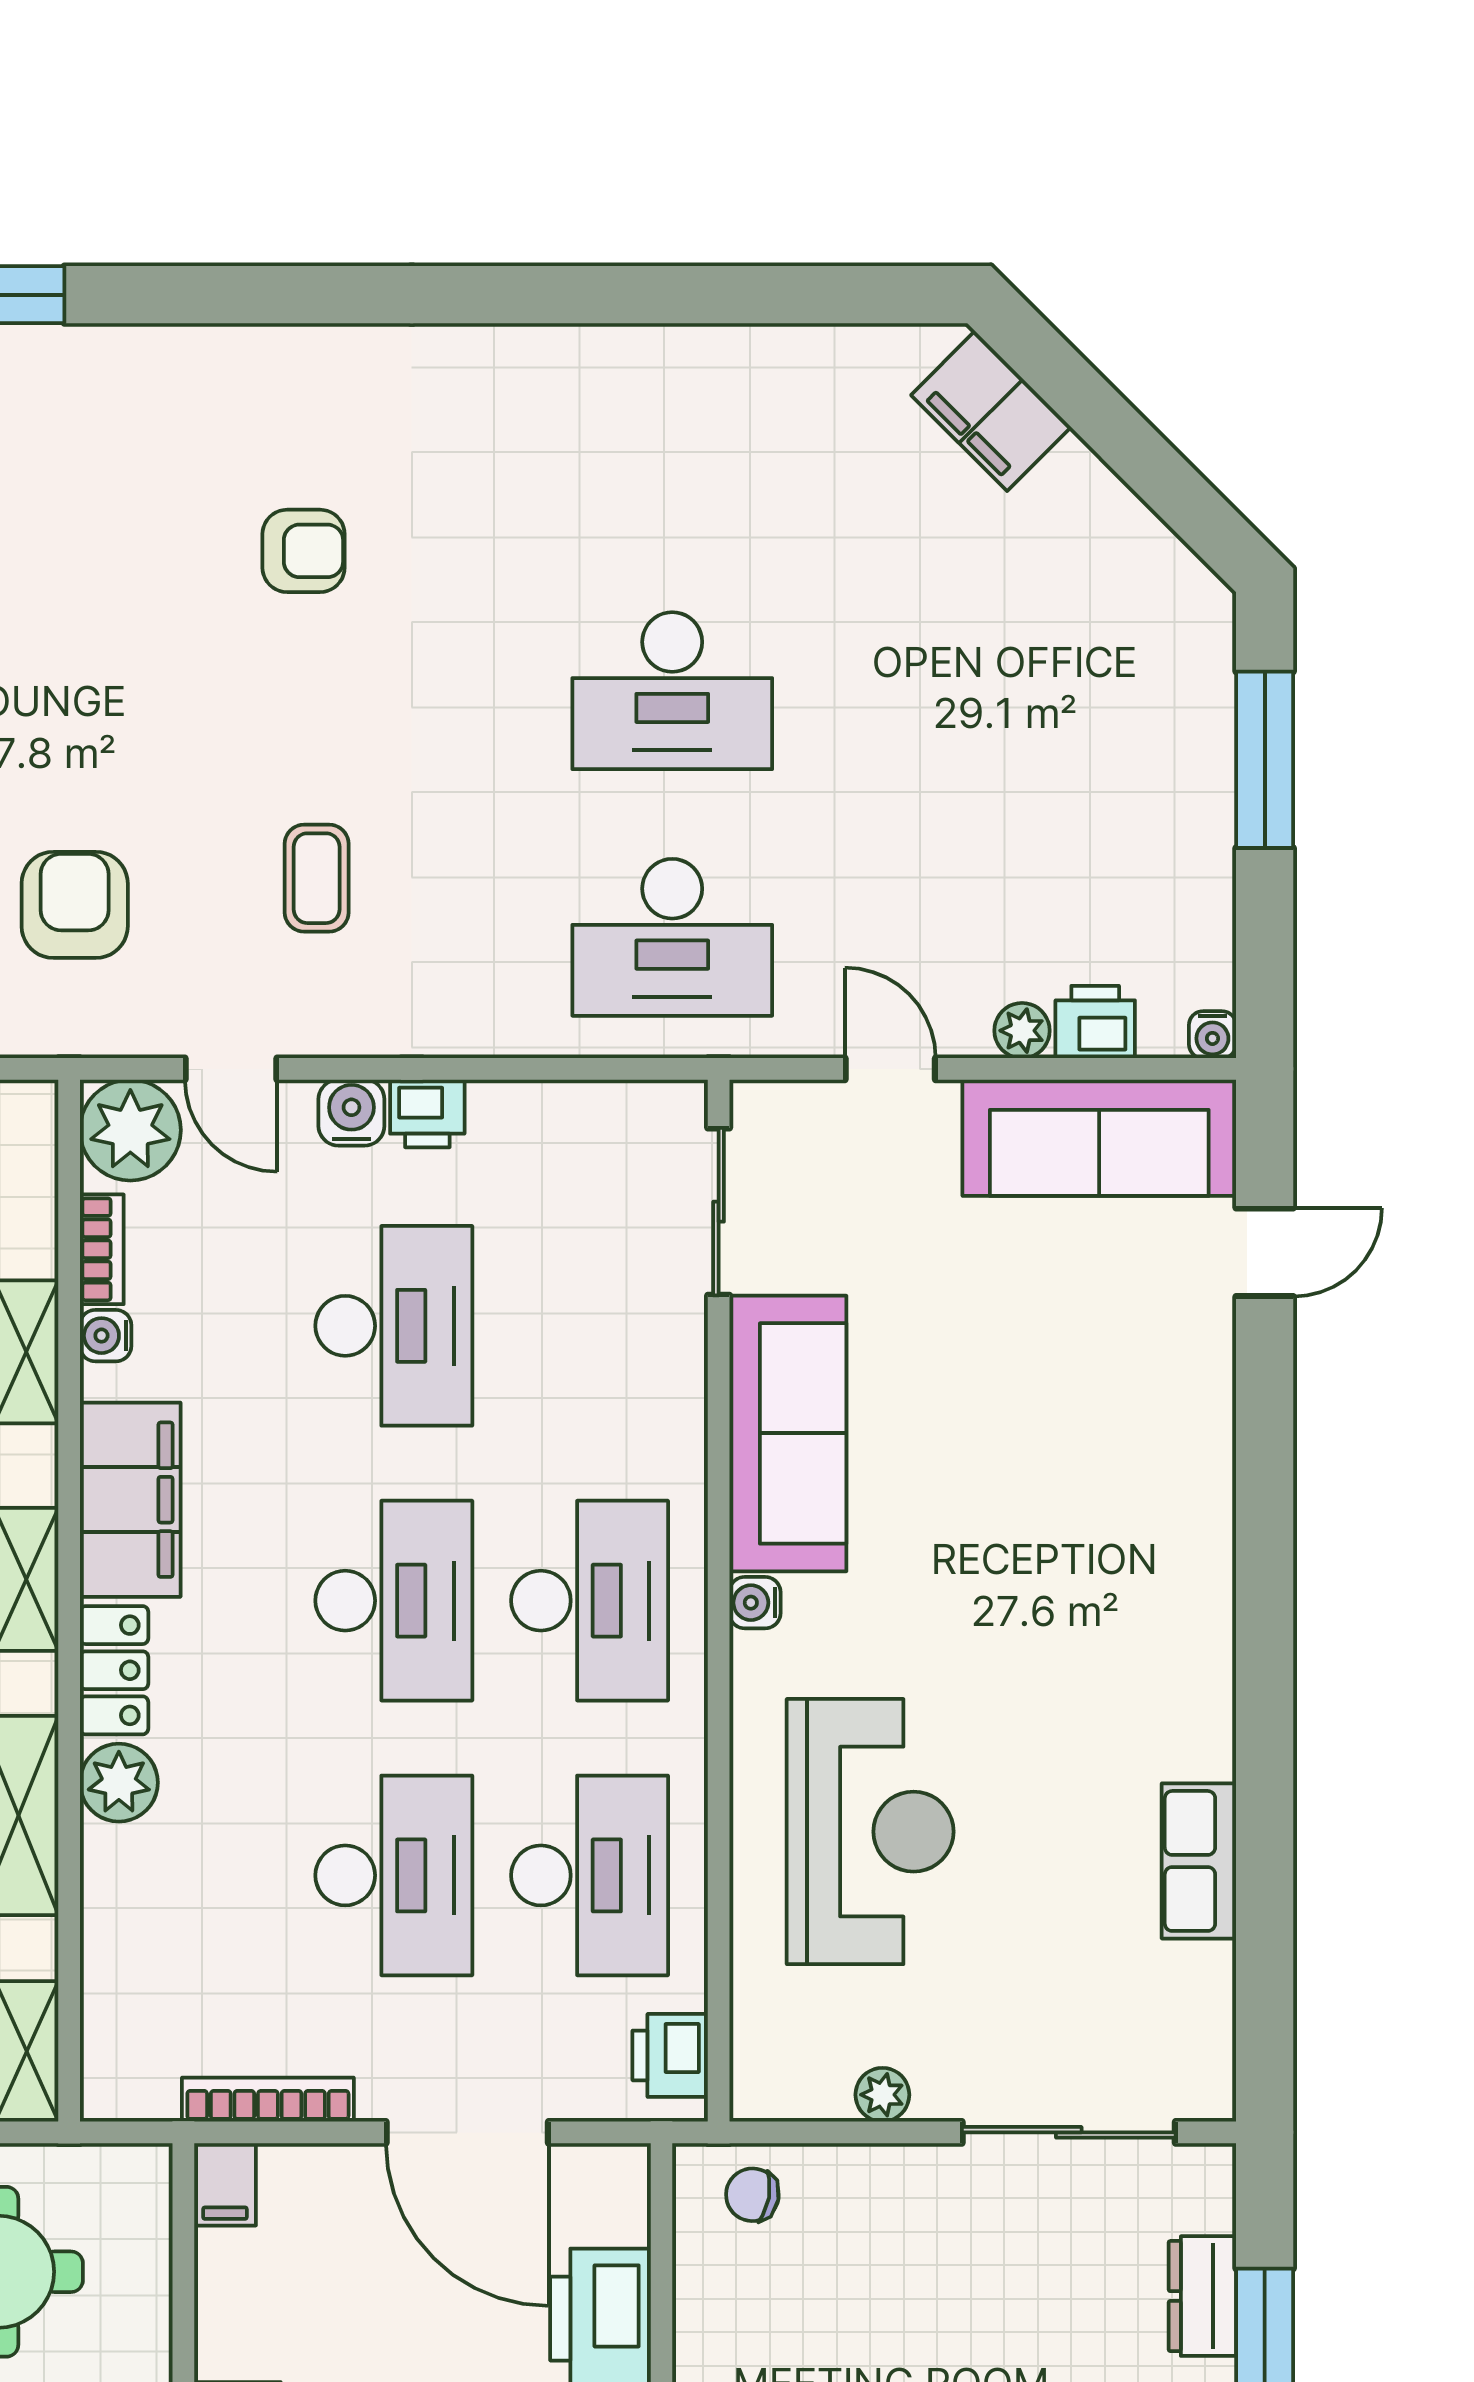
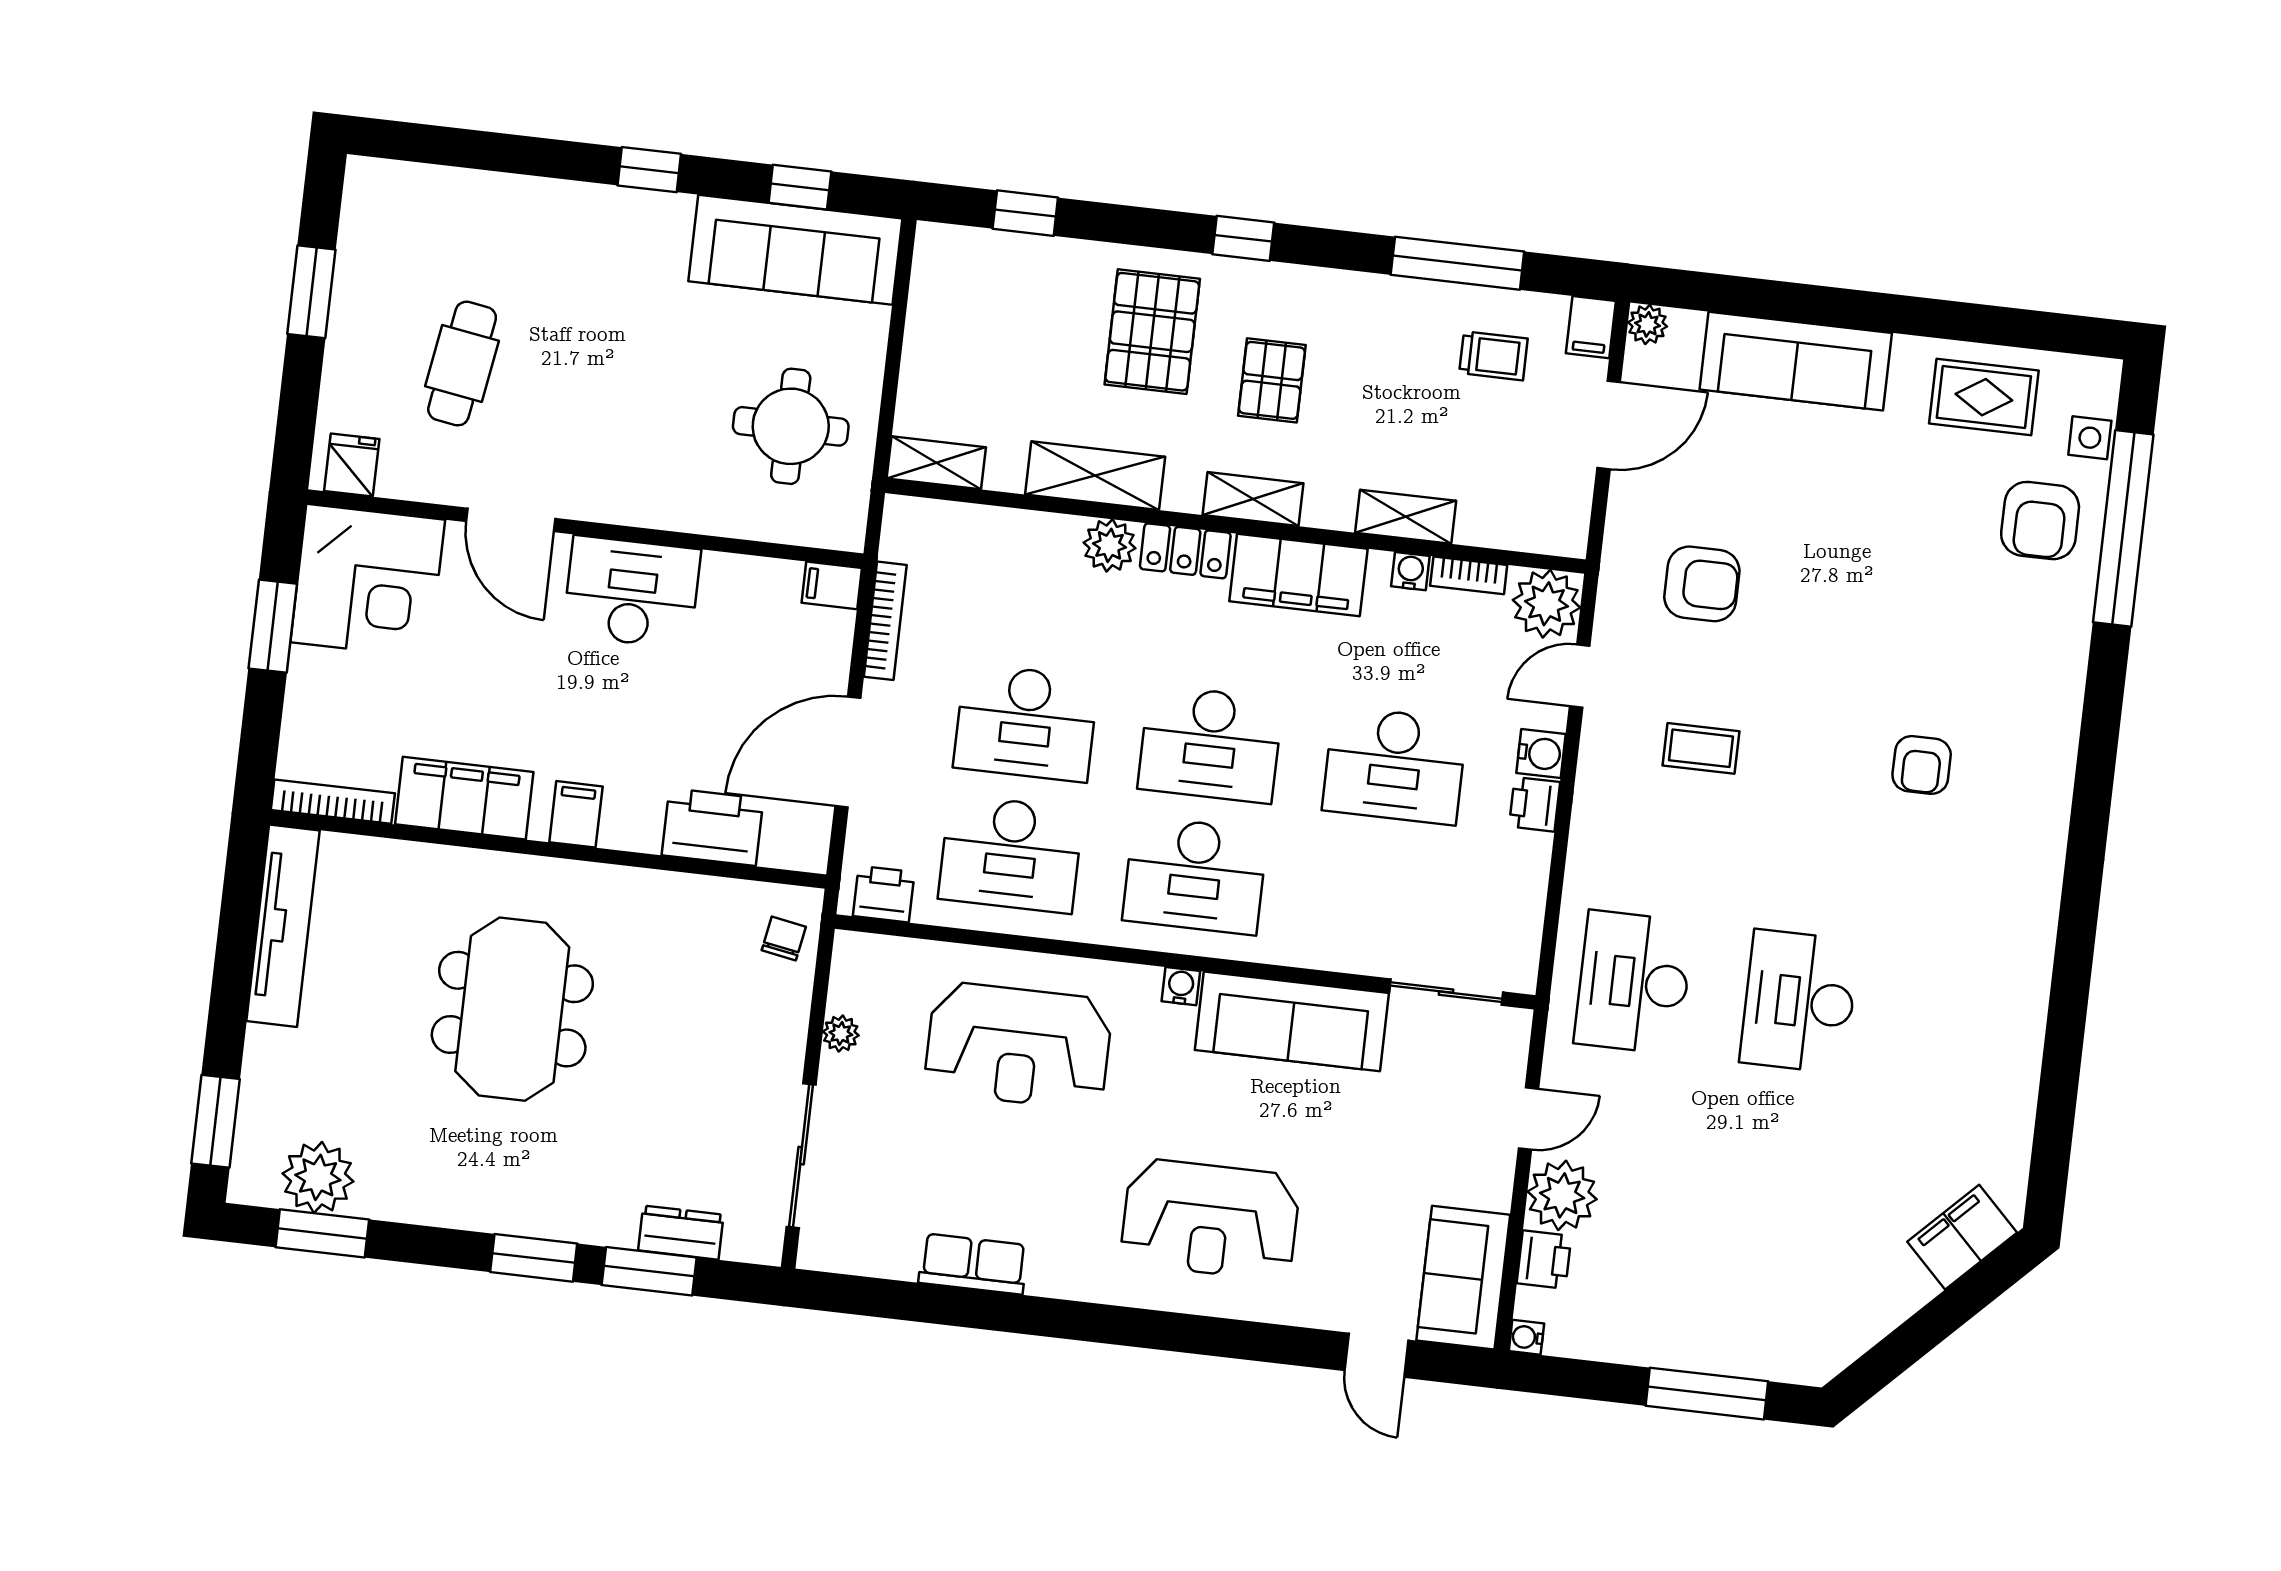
plant: (1022, 1031) -> (1562, 1195), width x1.87, depth x1.87
sofa: (1099, 1138) -> (1463, 1278), width x0.73
reception desk: (1093, 1520) -> (1210, 1219), added

